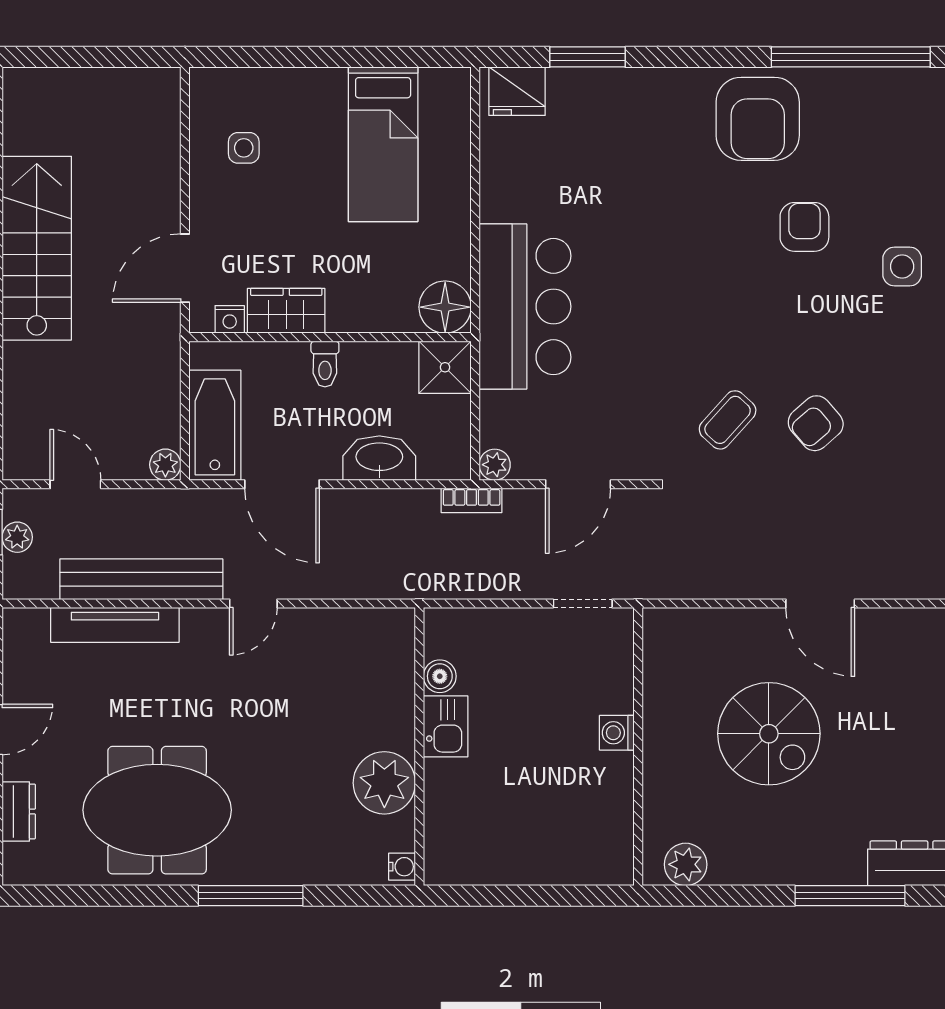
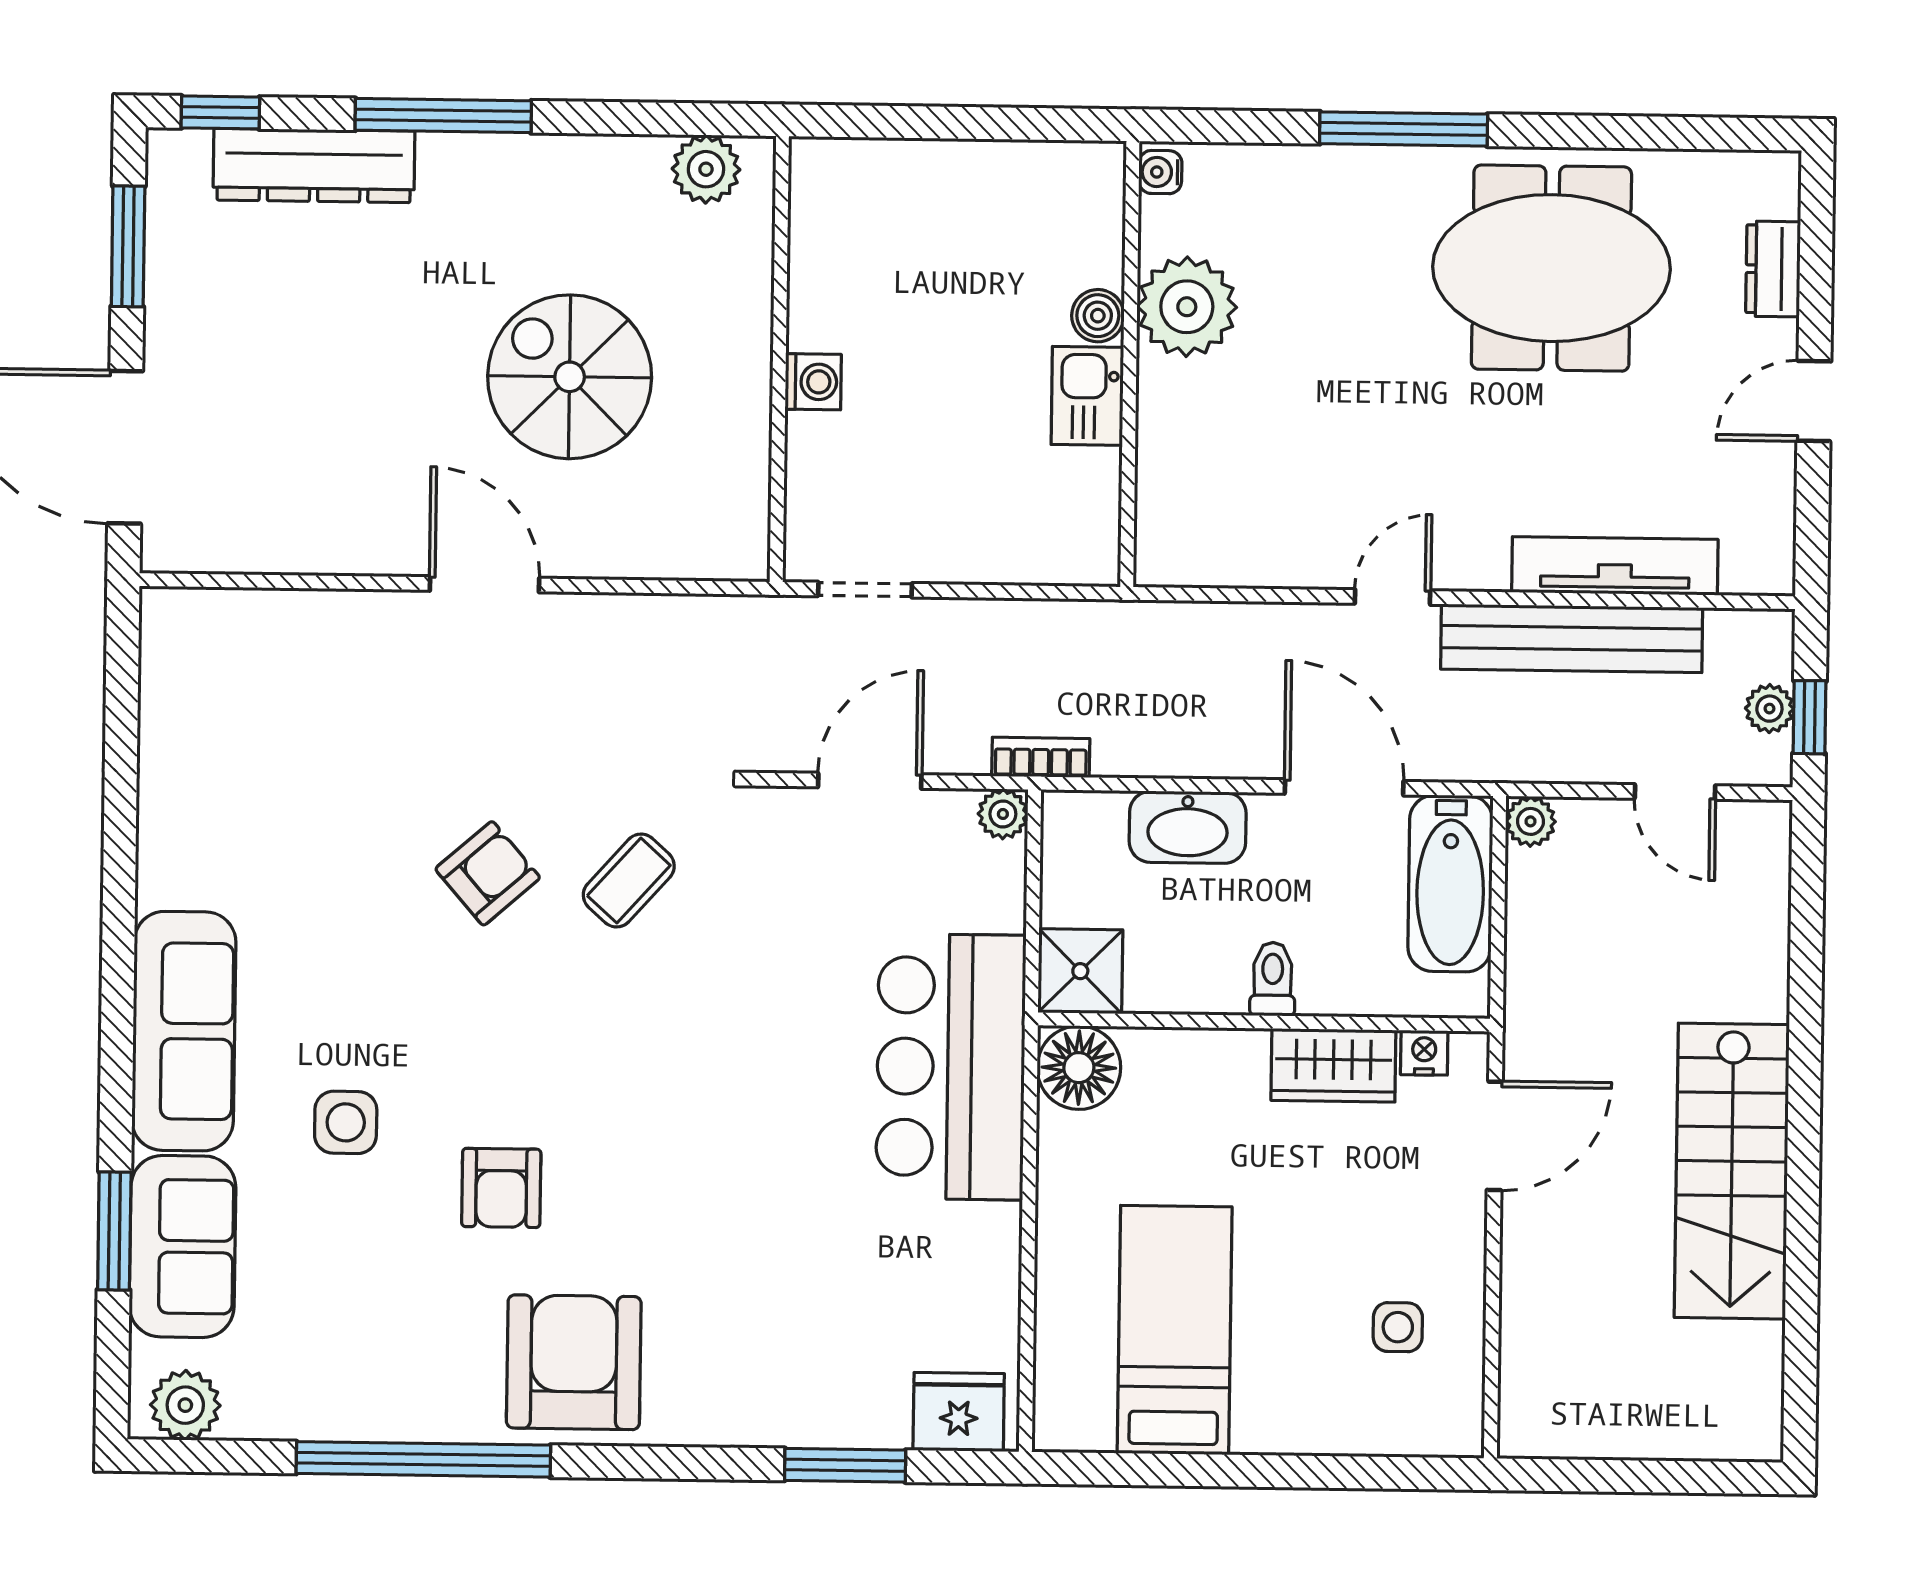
boiler: (440, 676) -> (1098, 316), moved

